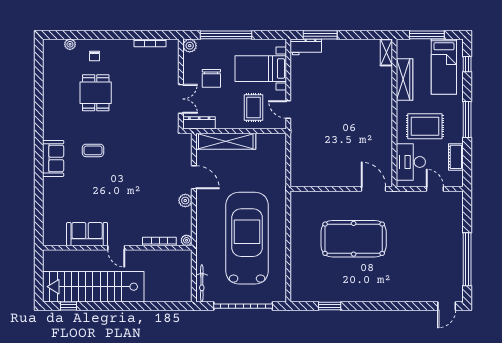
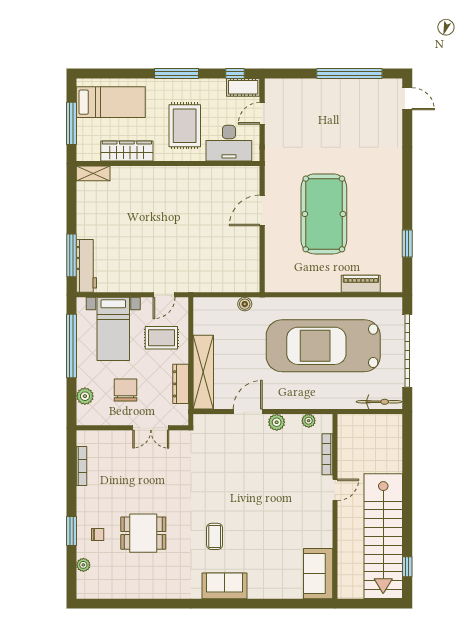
window: (97, 35) -> (72, 531), added
window: (226, 35) -> (72, 346), moved
plant: (190, 46) -> (85, 396), moved
workbench: (306, 47) -> (86, 266), width x1.38
window: (467, 64) -> (235, 73), moved
chair: (211, 78) -> (125, 390), turned -90
double door: (181, 99) -> (151, 428), swing flipped
dresser: (199, 123) -> (181, 384), moved
cot: (456, 157) -> (243, 87), moved
boiler: (281, 175) -> (245, 304), added
door: (373, 189) -> (262, 210), moved
sofa: (87, 234) -> (318, 574), moved
plant: (186, 240) -> (309, 421), moved
door: (116, 248) -> (335, 490), moved
piano: (297, 269) -> (361, 284), added

